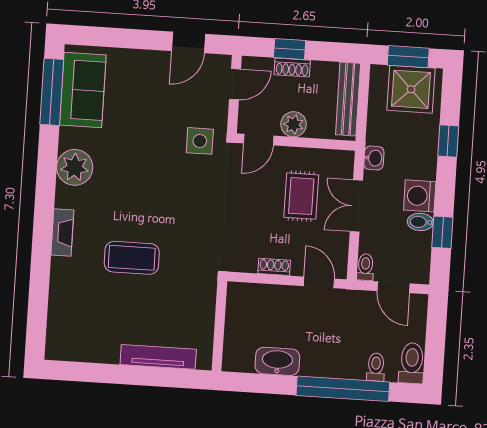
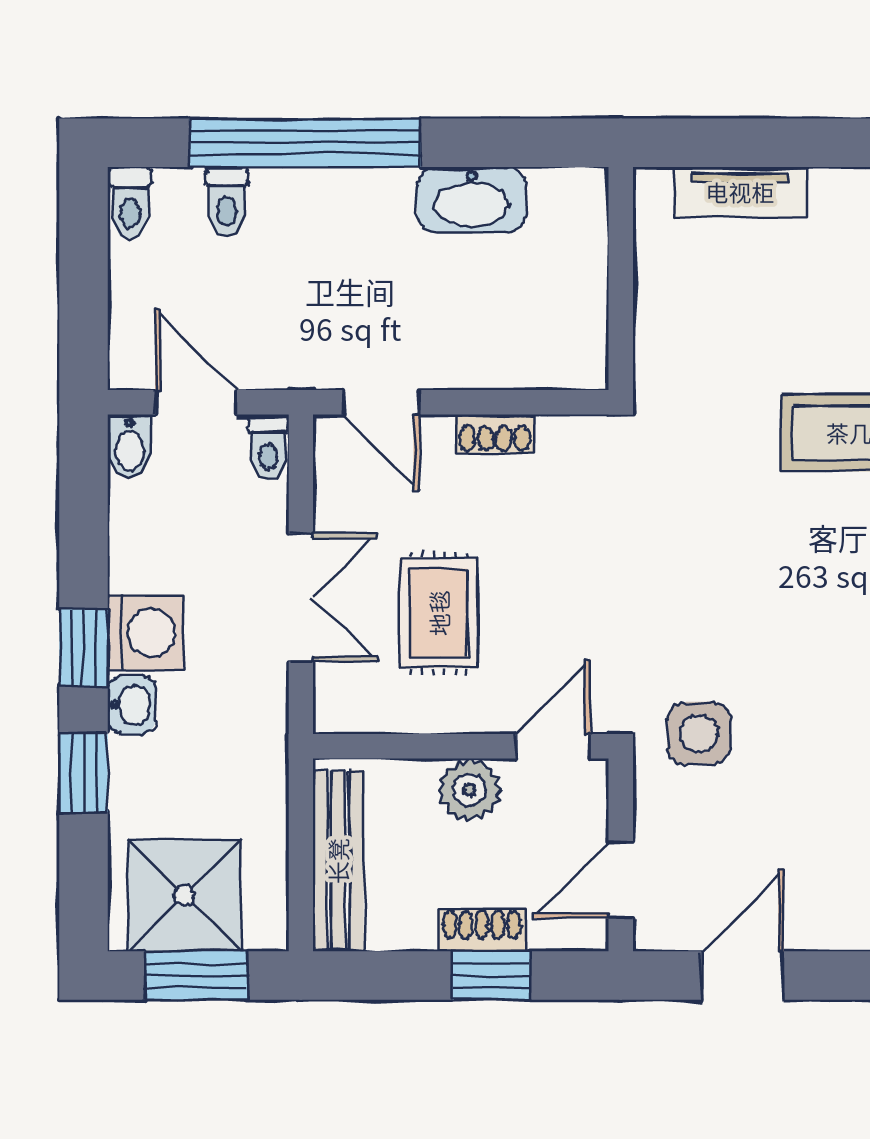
washbasin: (374, 158) -> (132, 705), moved, turned 180
bidet: (420, 222) -> (130, 446), moved, turned 90
window: (442, 232) -> (84, 647), moved
tv unit: (158, 357) -> (740, 192), width x0.71
toilet: (412, 363) -> (130, 203), width x0.73, depth x0.72

